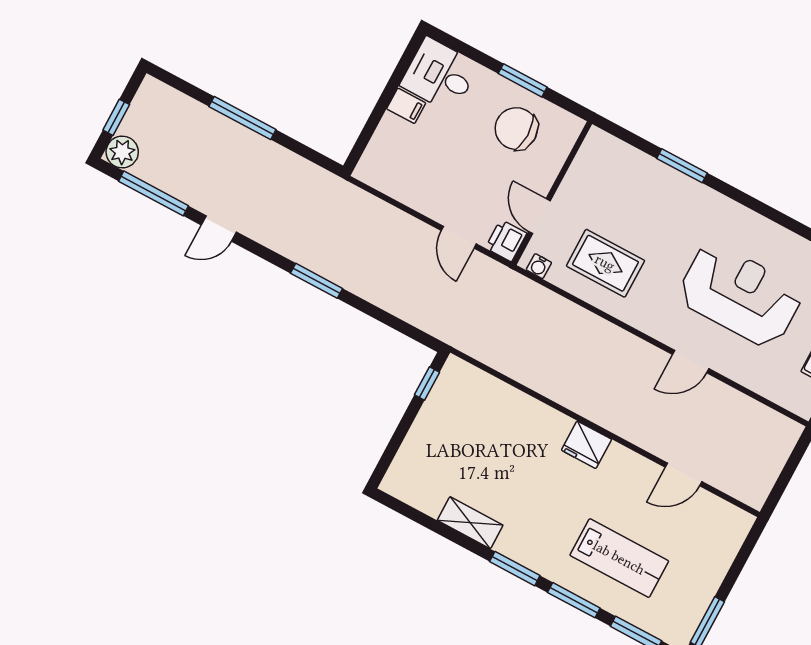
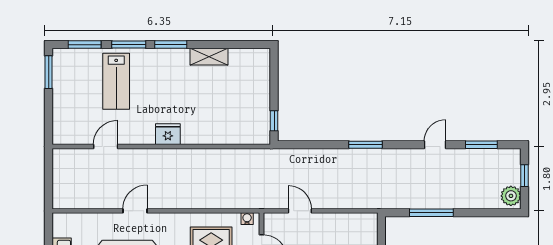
window: (242, 118) -> (431, 213), moved
plant: (122, 152) -> (511, 196), moved
window: (154, 193) -> (481, 145), width x0.69
printer: (506, 241) -> (273, 223), removed
lab bench: (619, 558) -> (116, 81), turned -90

